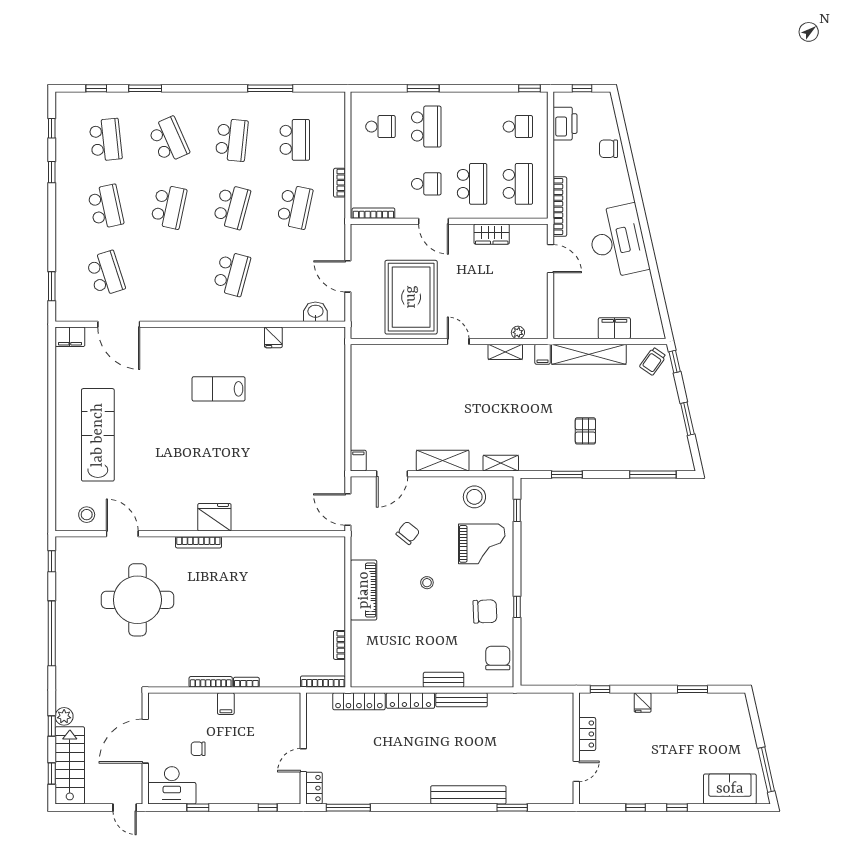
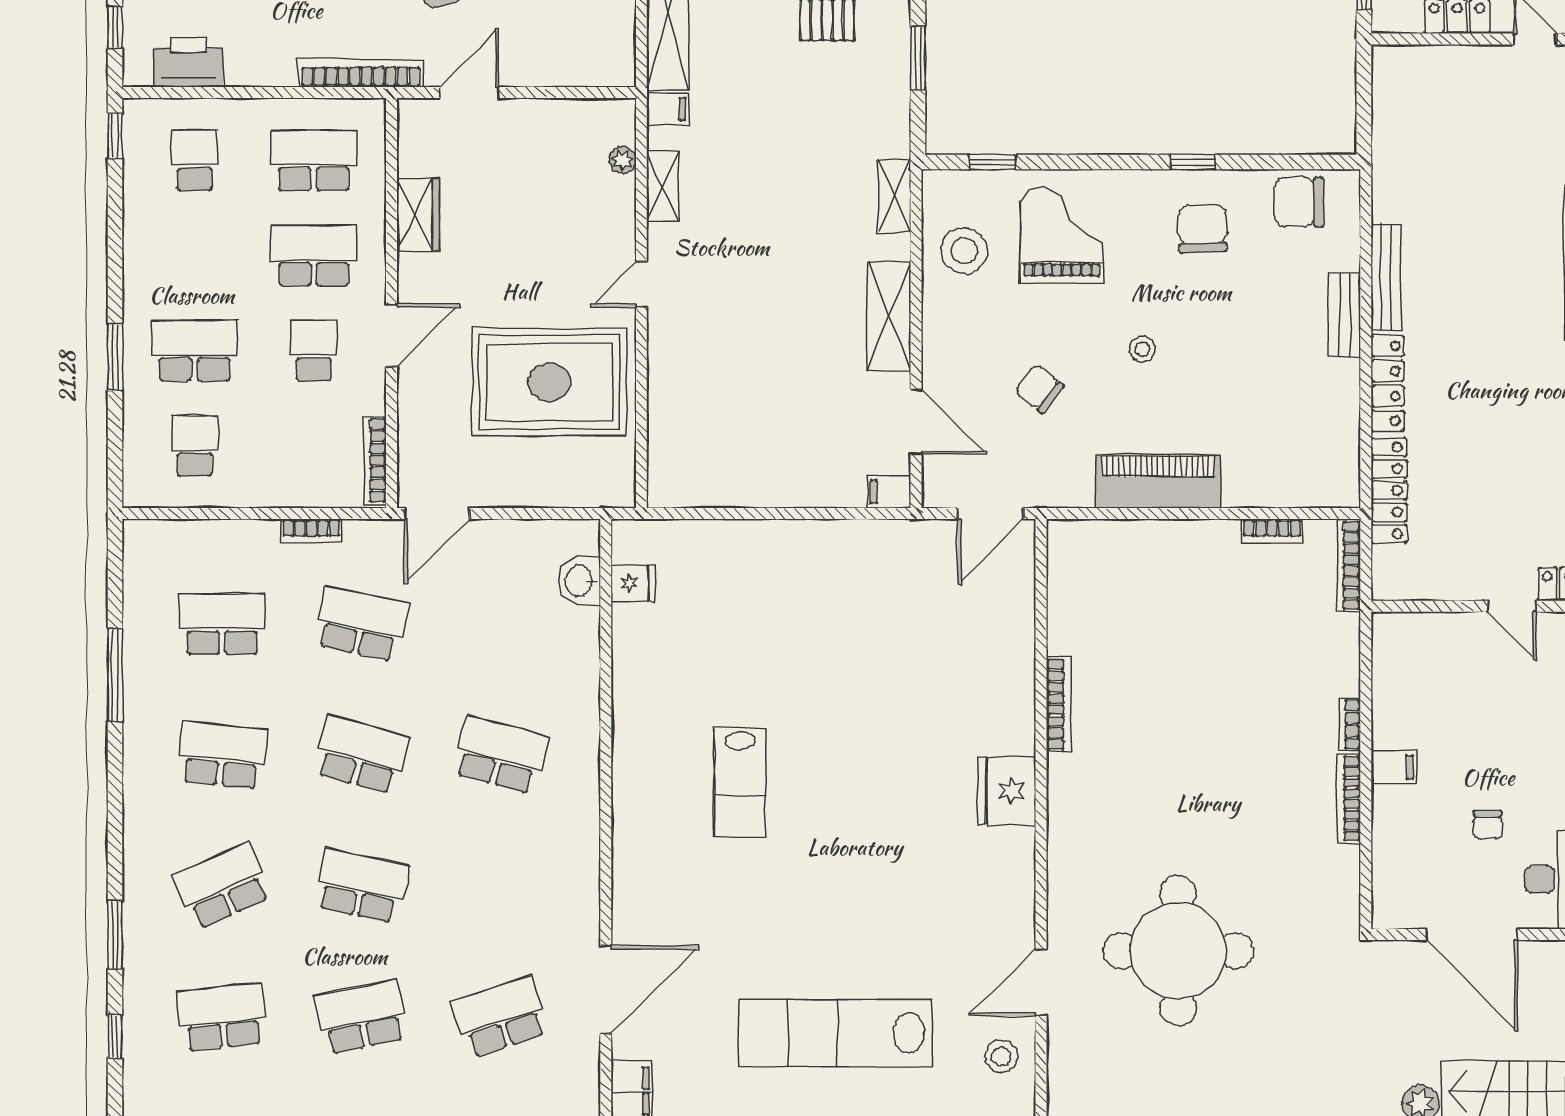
door: (348, 276) -> (437, 514), moved
fridge: (273, 337) -> (633, 583), moved
bookcase: (198, 542) -> (1059, 704), moved

